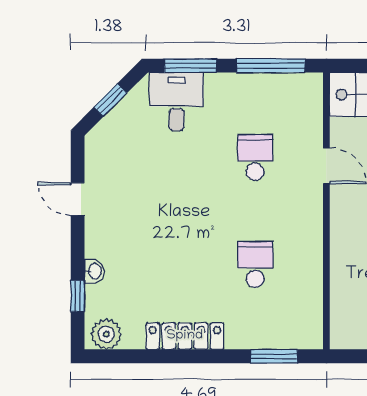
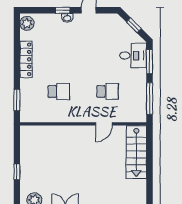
washbasin: (94, 271) -> (67, 18), moved
window: (78, 296) -> (63, 10), moved

